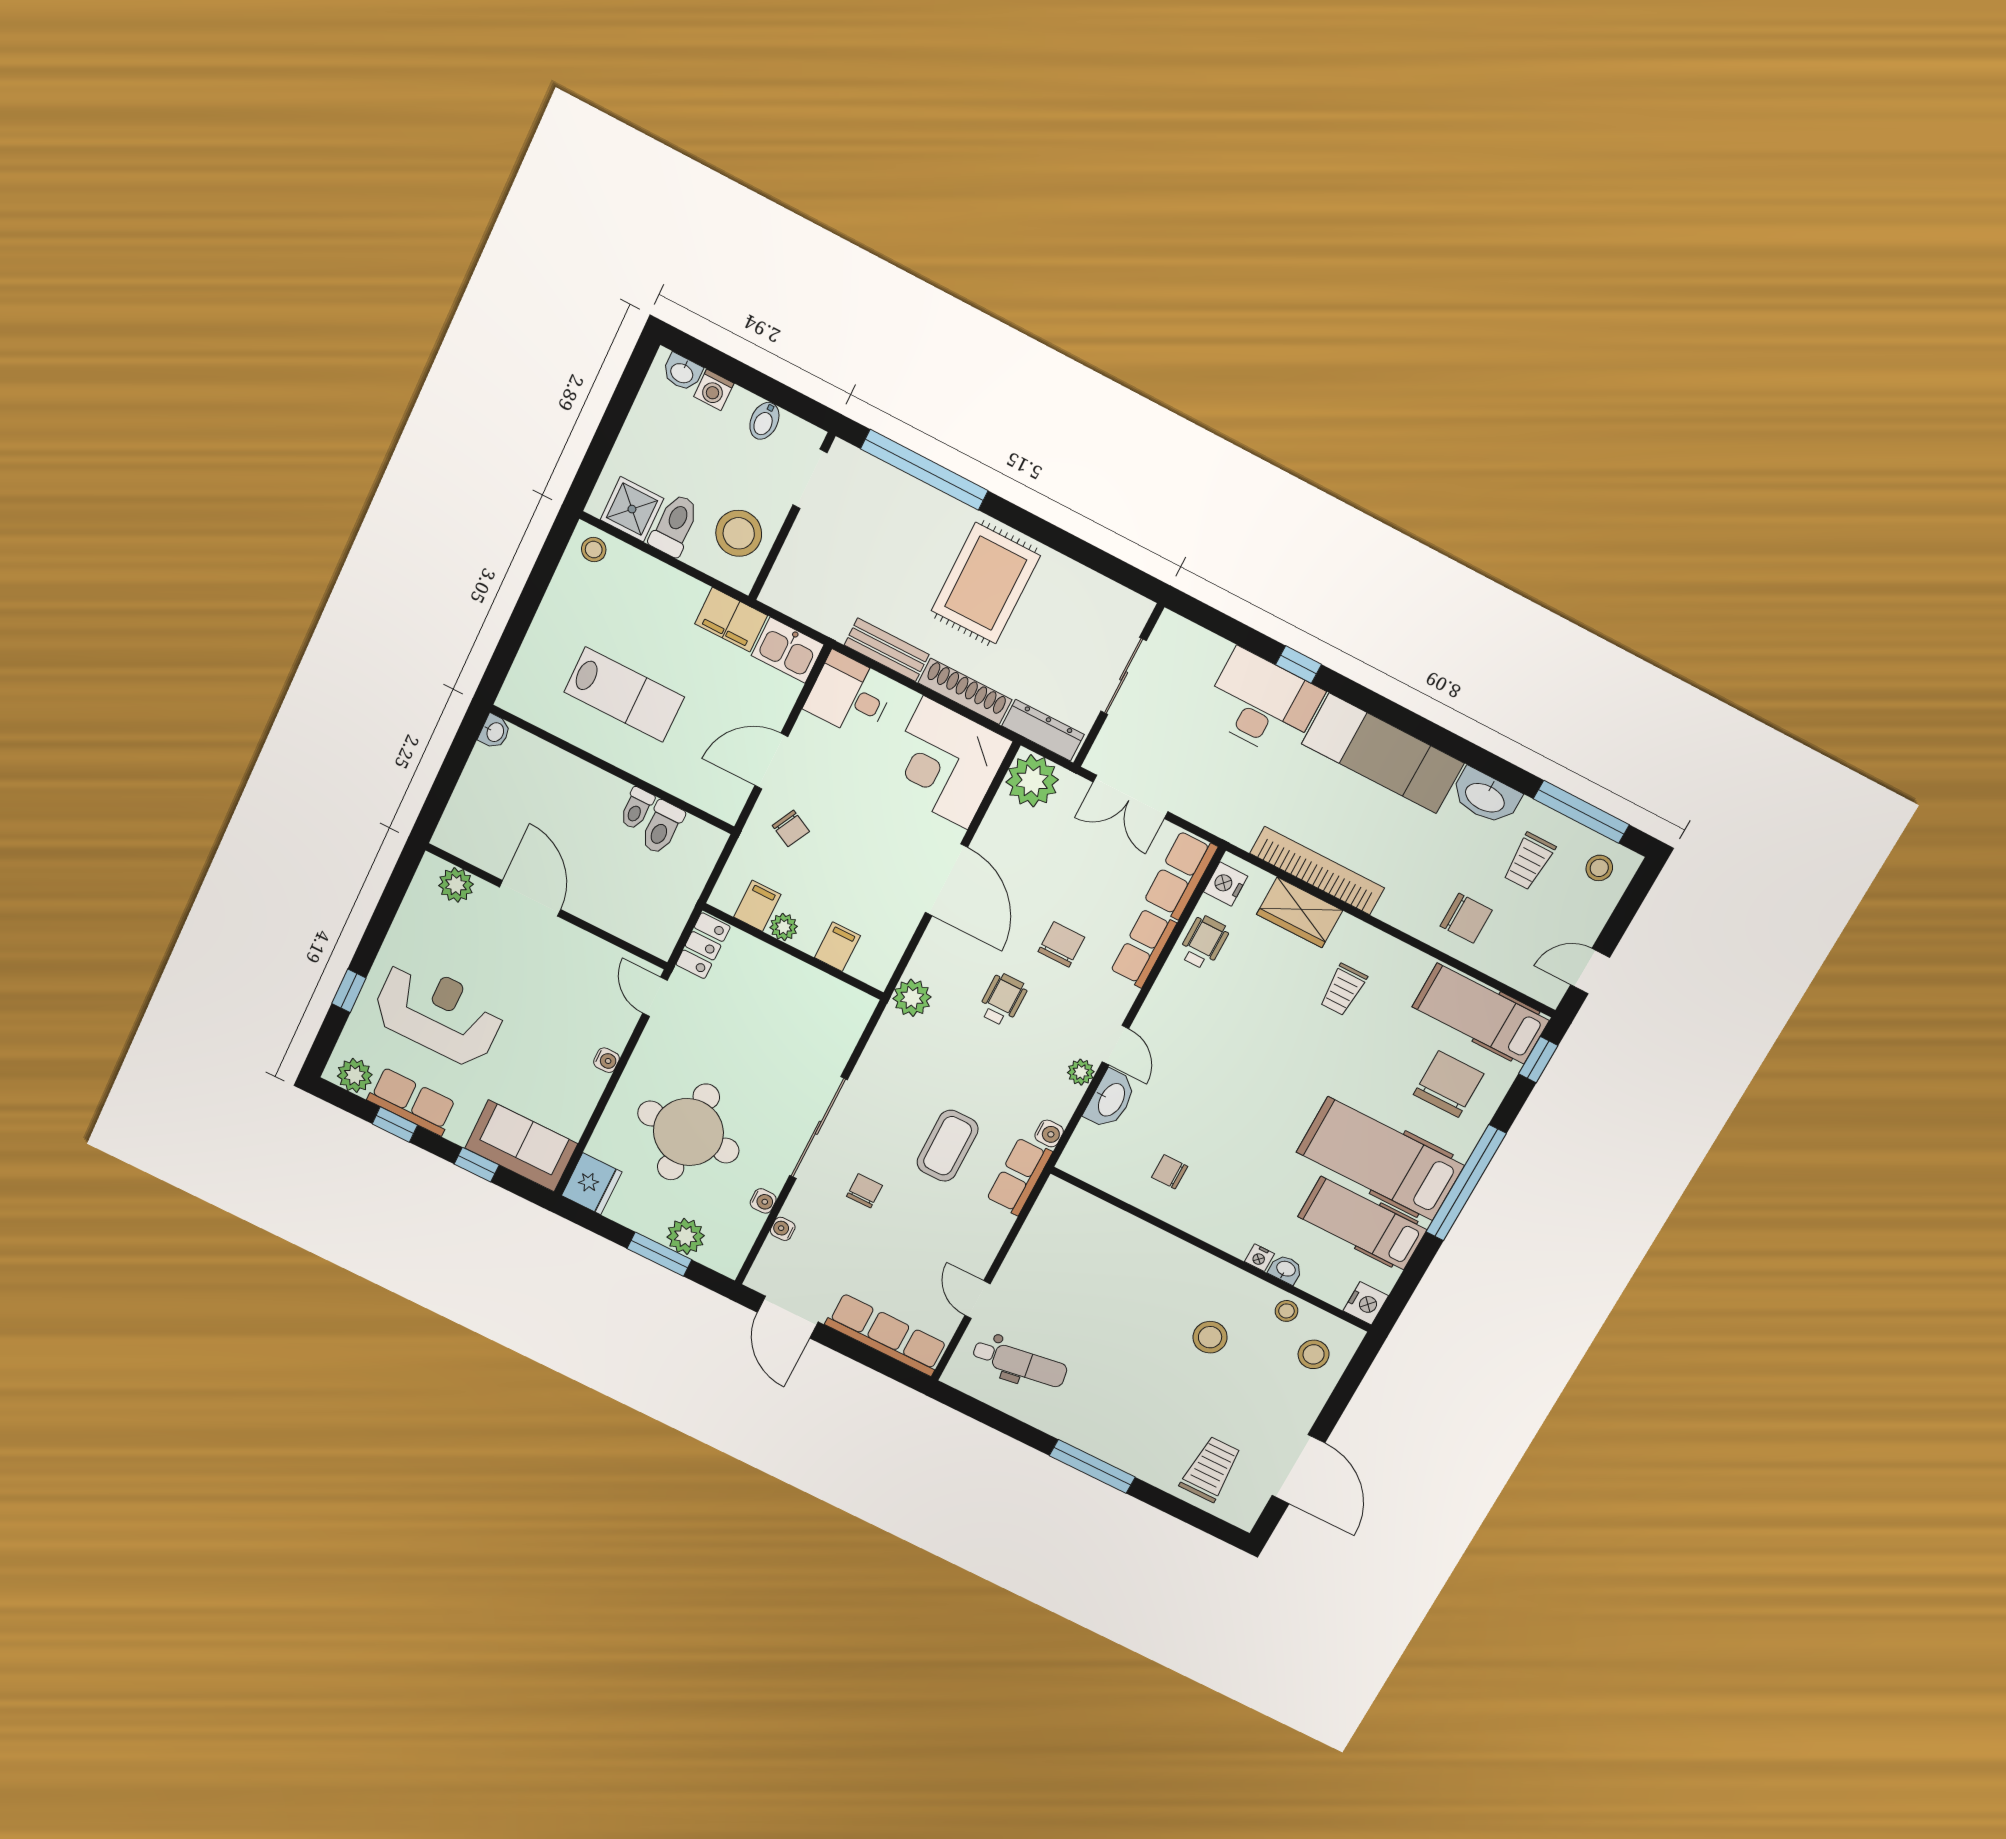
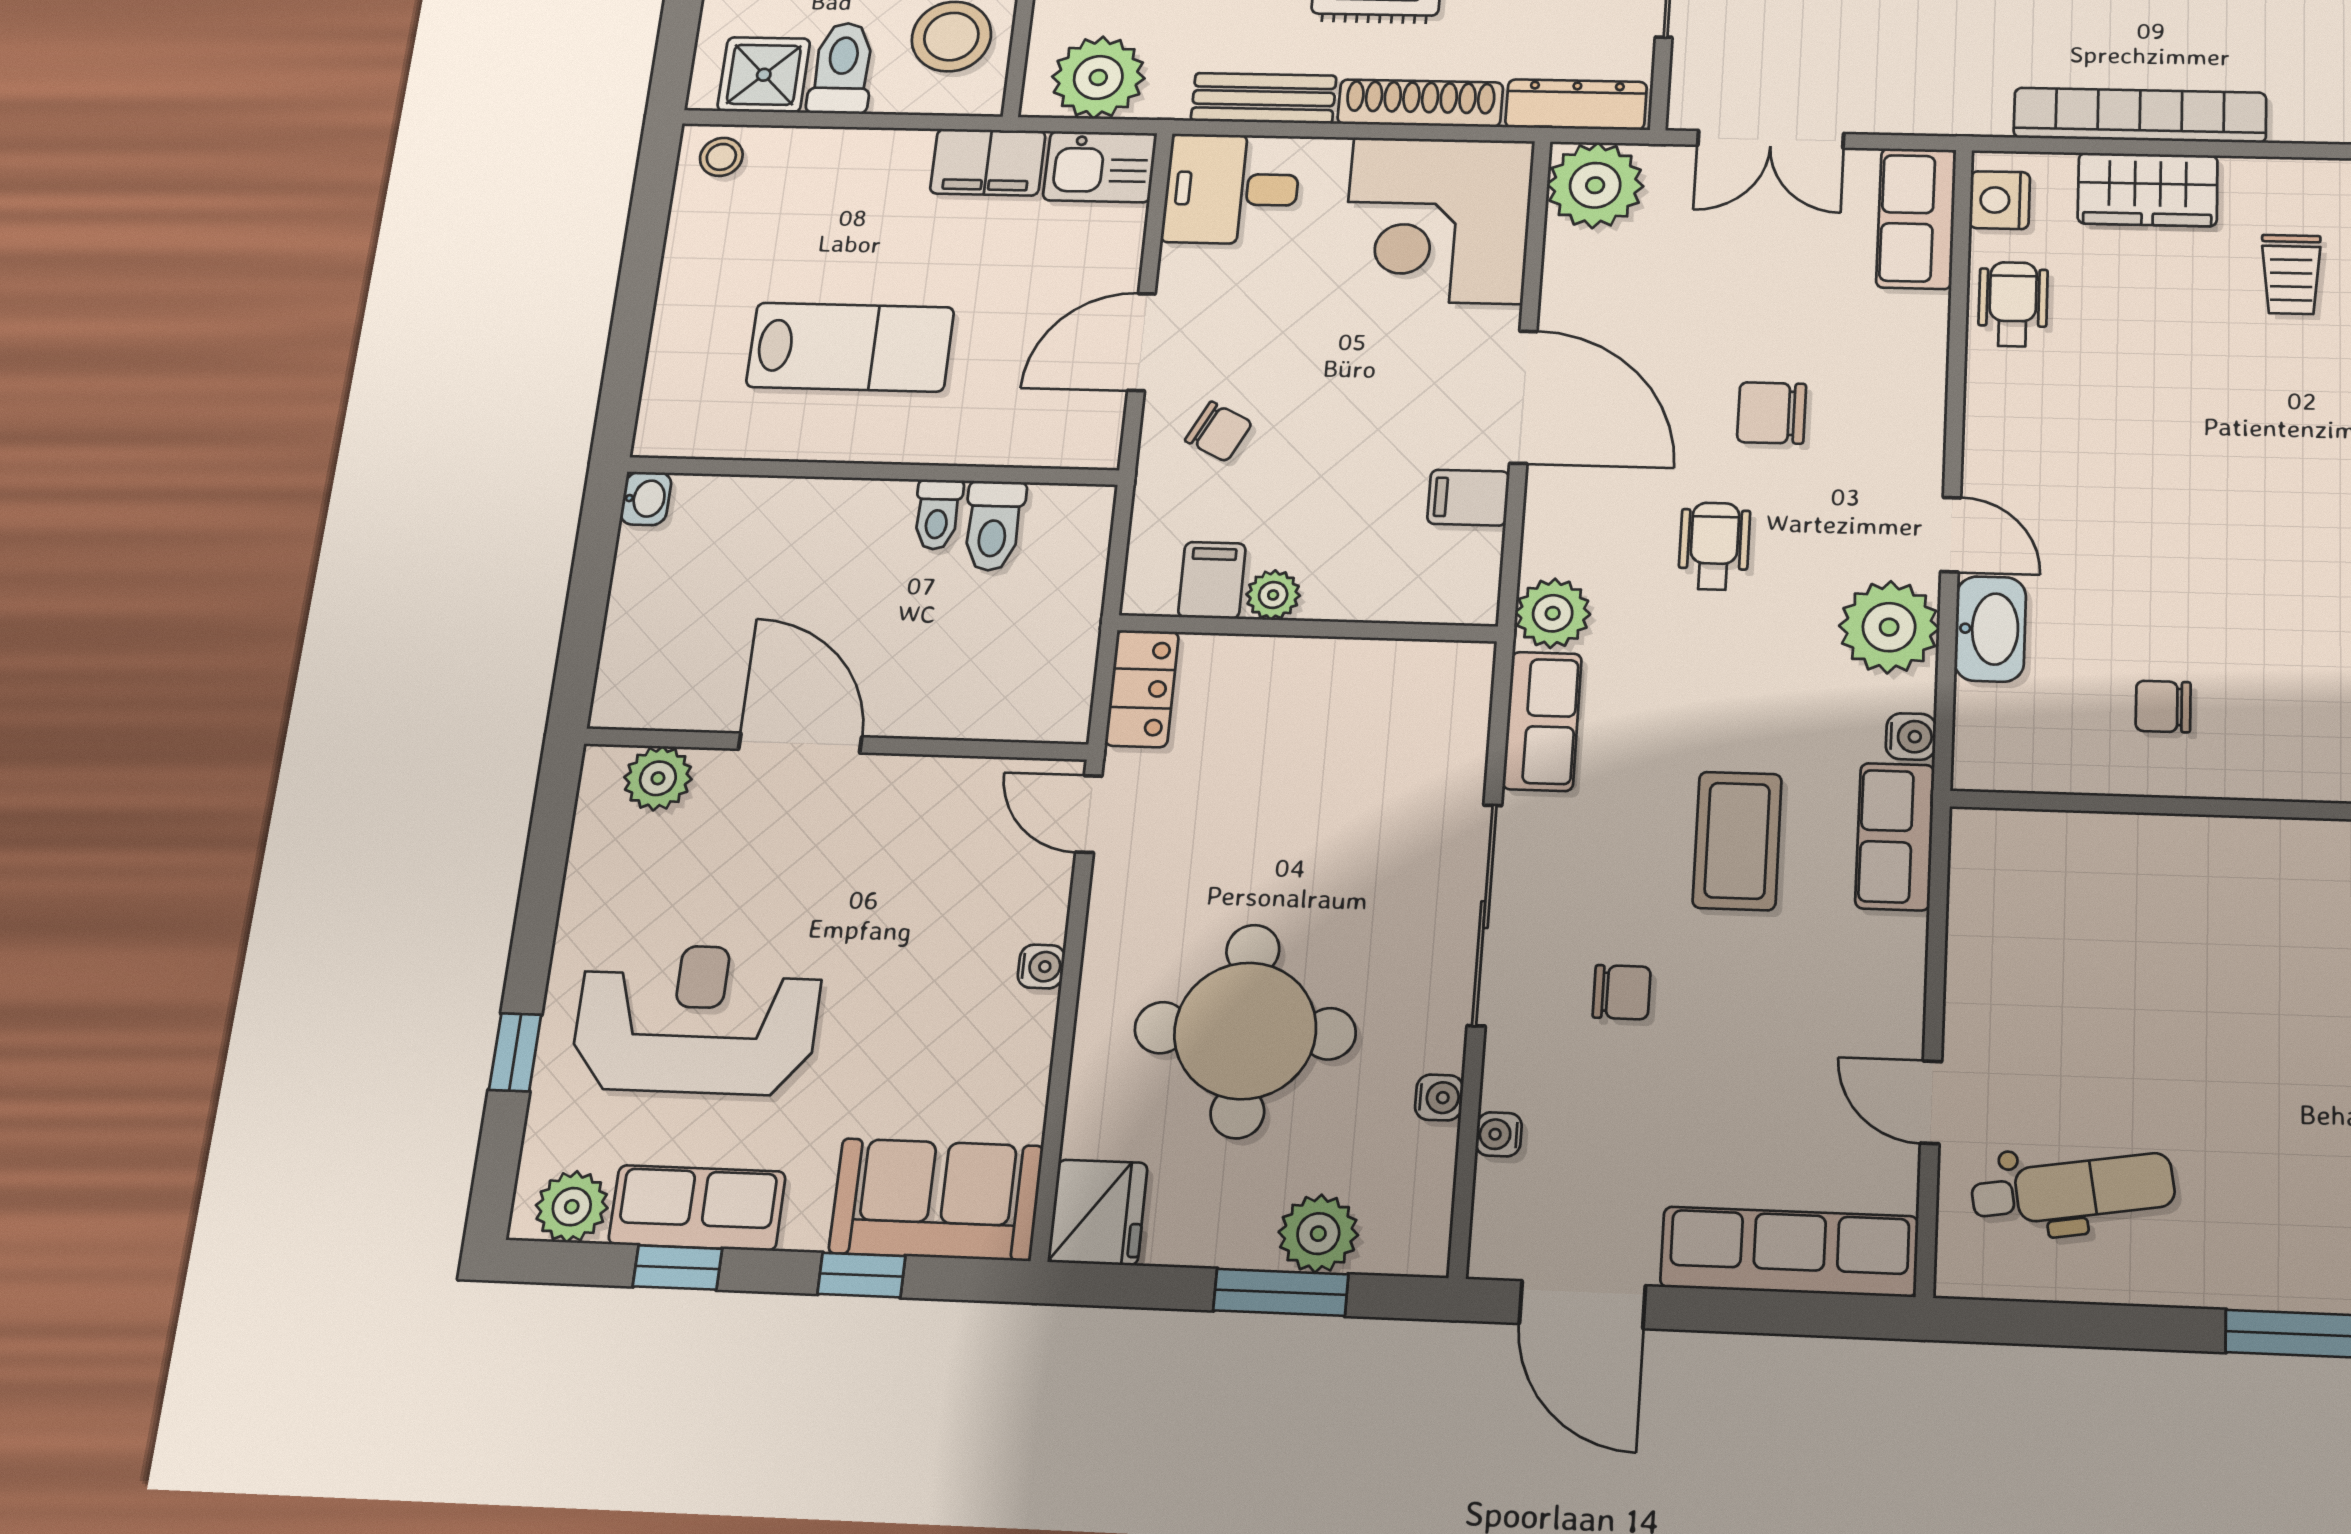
plant: (806, 596) -> (1098, 77), added
chair: (1061, 944) -> (1772, 413), turned -90
filing cabinet: (837, 947) -> (1468, 498), moved, turned -90
row of seats: (1143, 948) -> (1542, 721), moved, turned 180
plant: (1081, 1072) -> (1889, 627), width x1.87, depth x1.87
chair: (864, 1191) -> (1622, 992), turned 90

